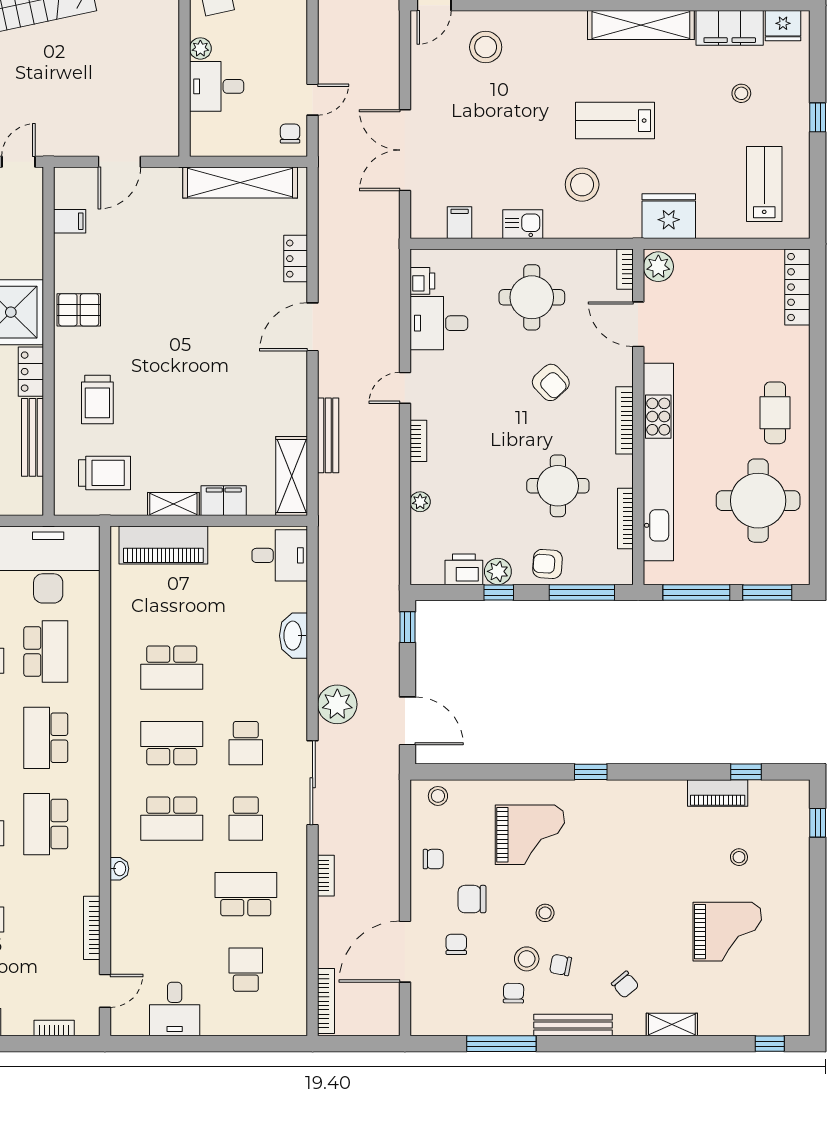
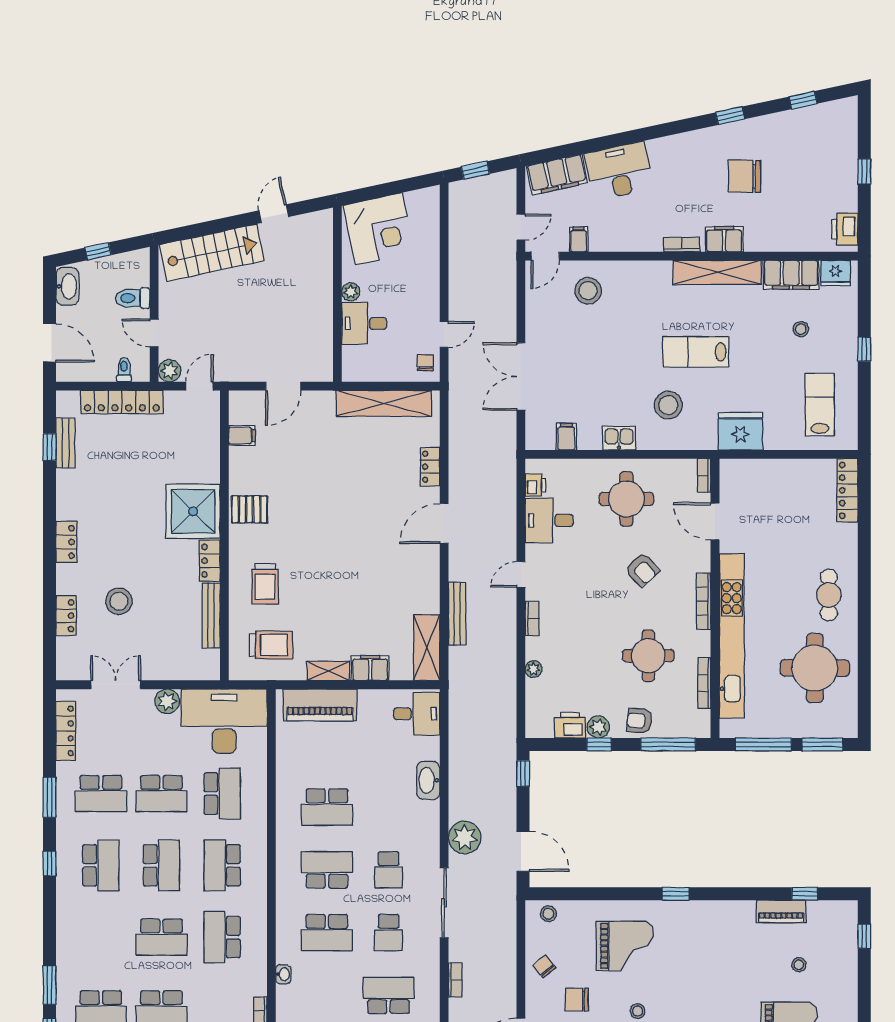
plant: (658, 267) -> (732, 473), removed
chair: (433, 859) -> (544, 966), turned -129

